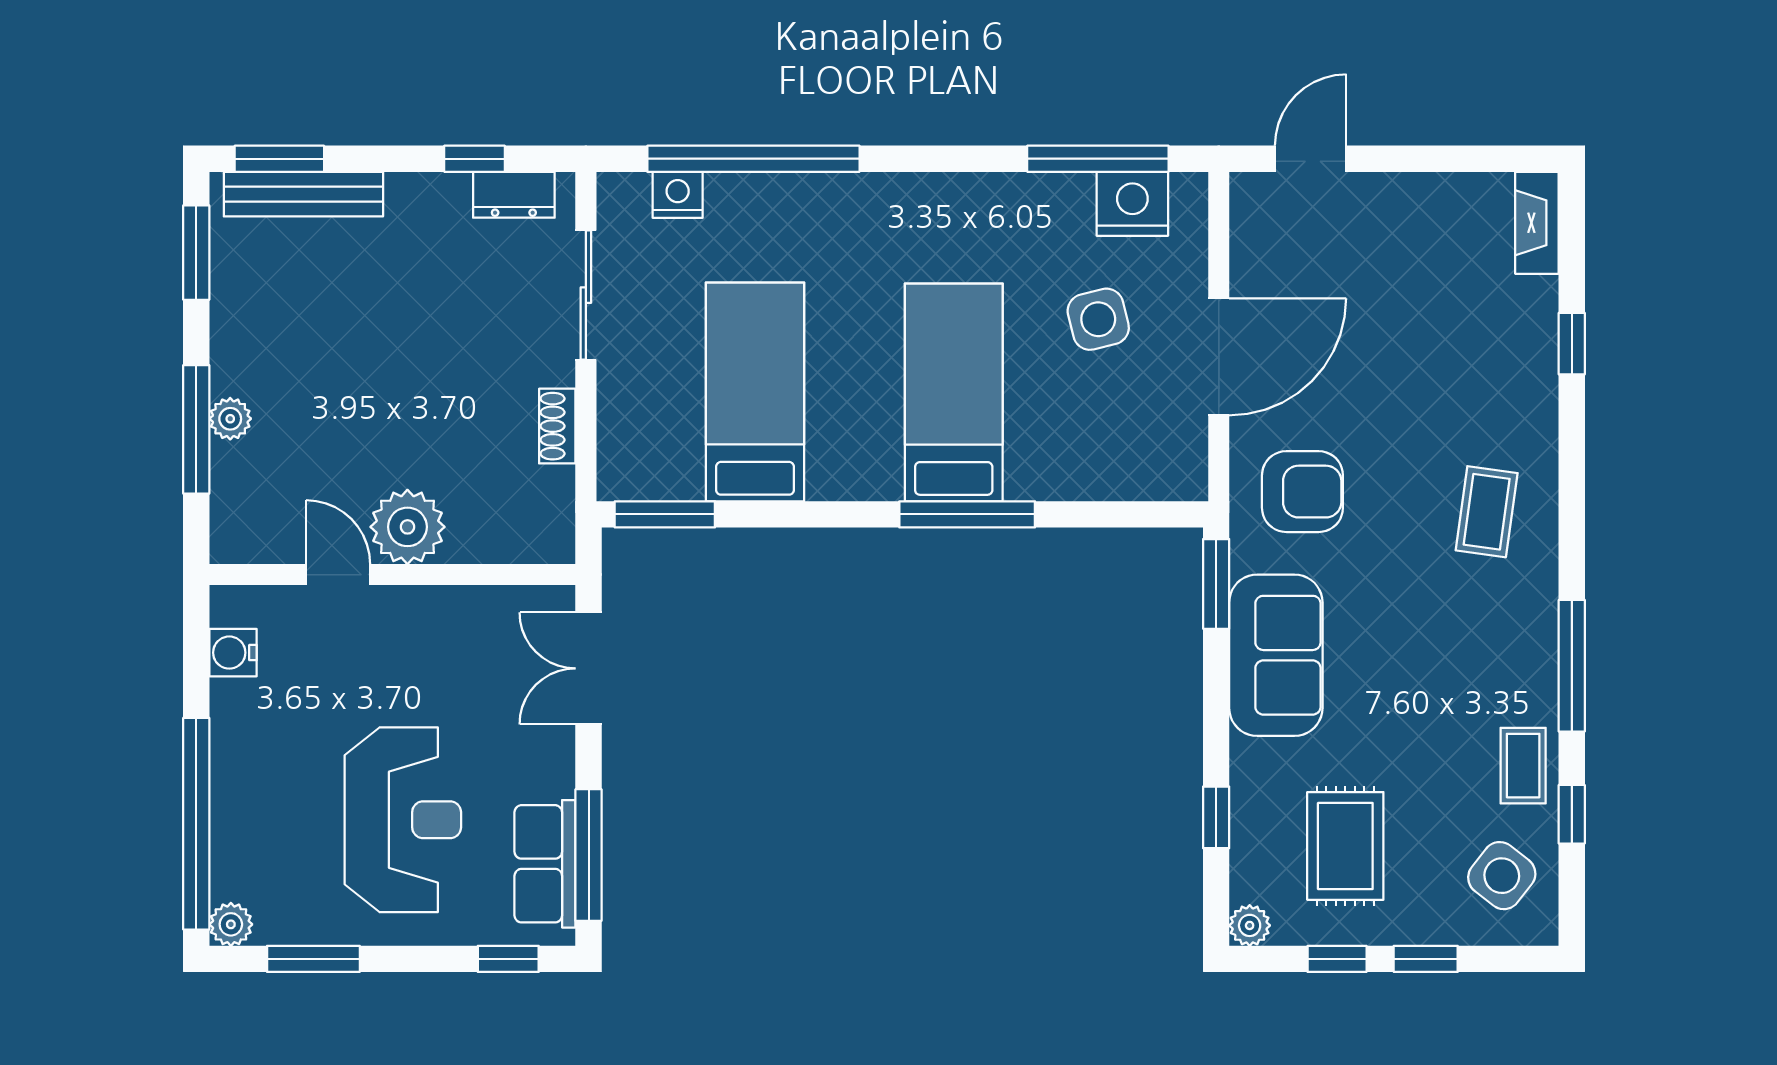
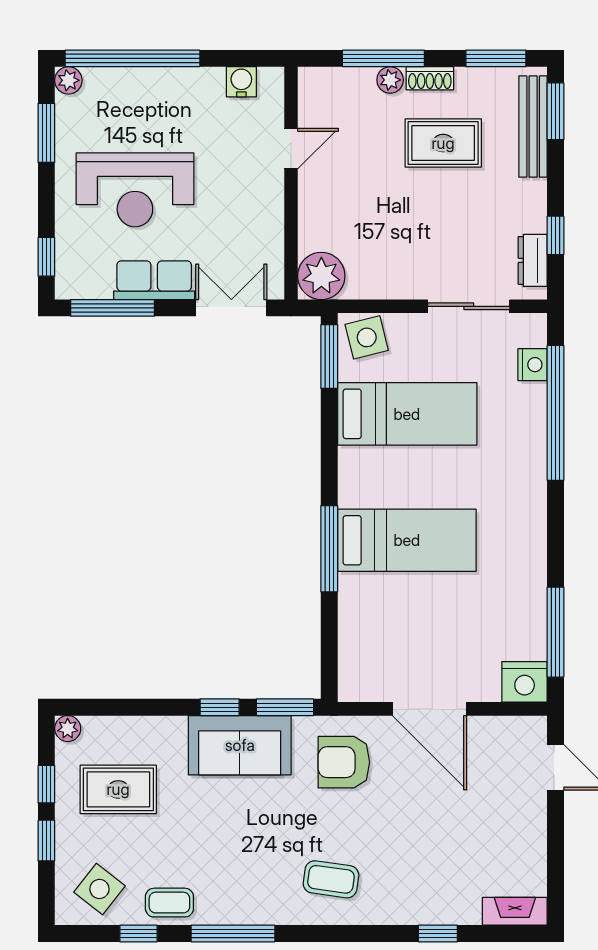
nightstand: (1132, 204) -> (525, 682), moved, turned 90
side table: (1098, 319) -> (367, 337), moved
rug: (329, 335) -> (443, 143), added
shoe rack: (557, 426) -> (430, 78), moved, turned 180
armchair: (1302, 492) -> (344, 762), turned 90
plant: (407, 527) -> (321, 276), moved
window: (1216, 817) -> (220, 707), moved
row of seats: (545, 864) -> (154, 280), moved

